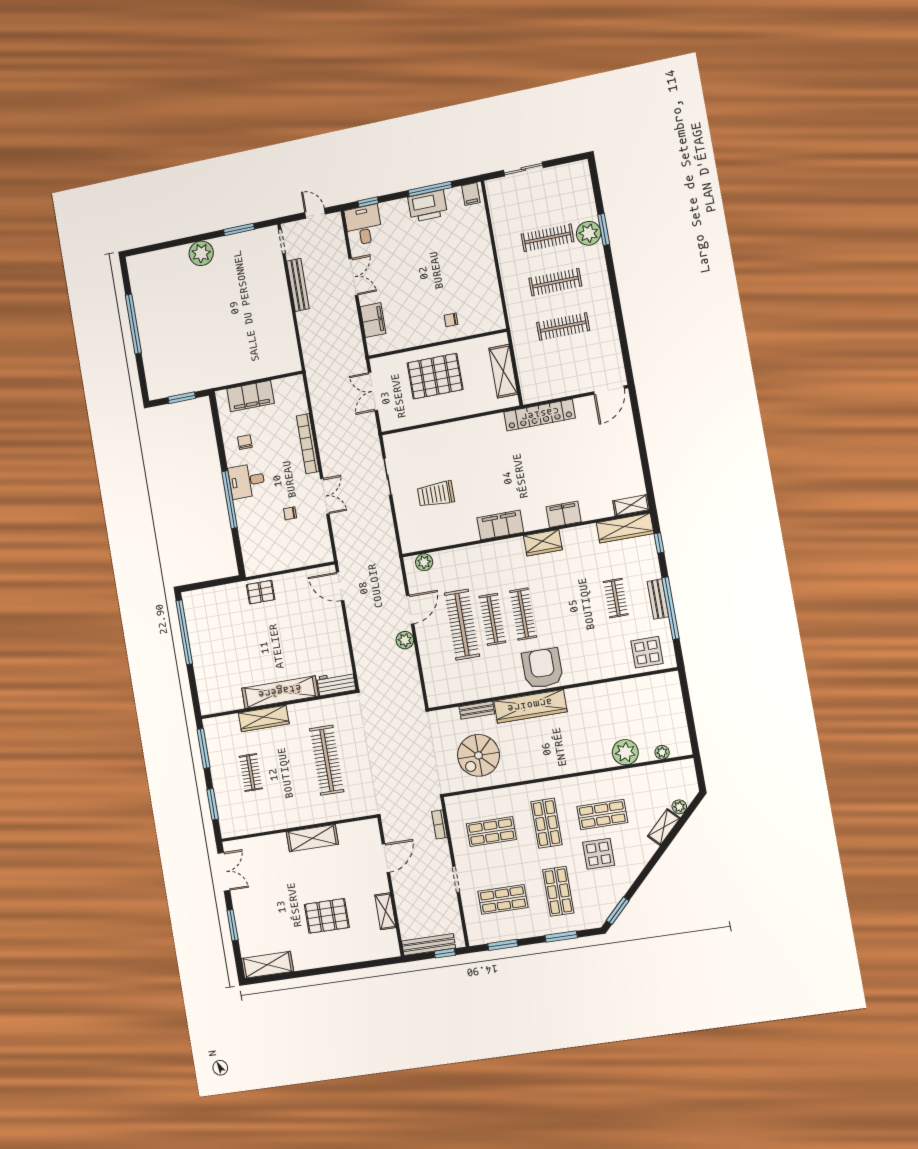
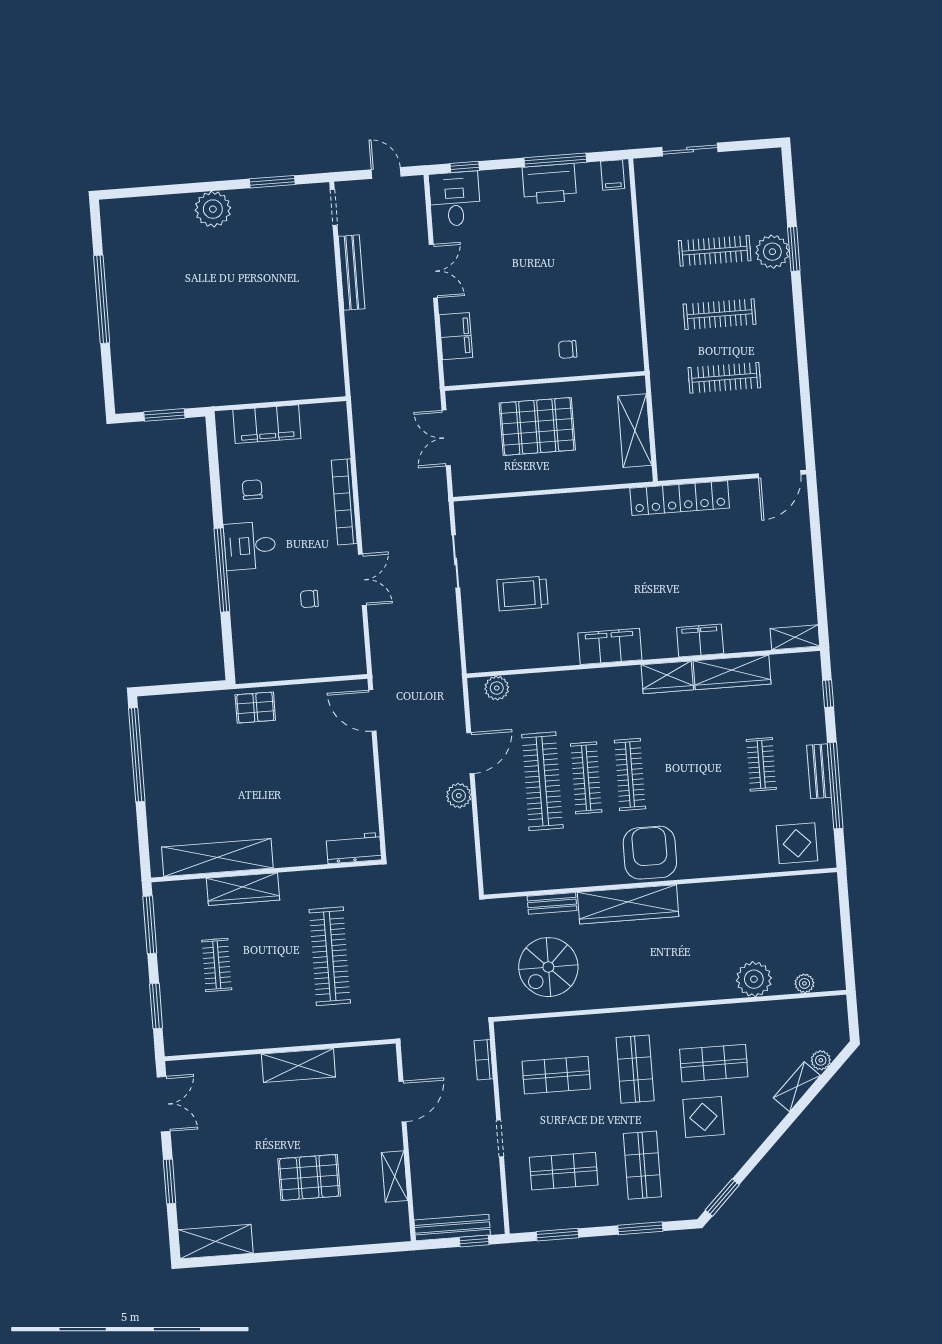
wardrobe: (625, 528) -> (732, 672), moved
shelving: (280, 692) -> (217, 858), moved

